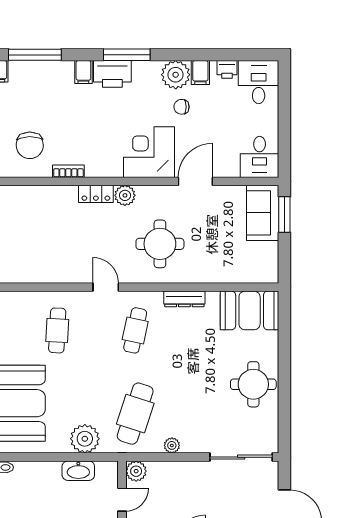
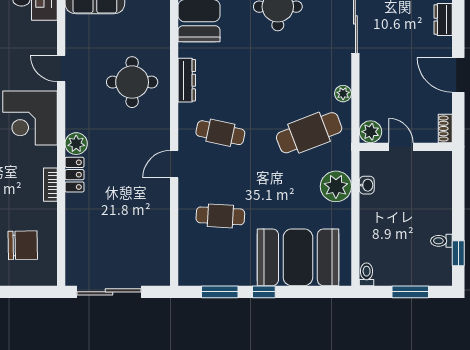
bookcase: (68, 171) -> (50, 185), moved
door: (195, 181) -> (61, 68), width x0.73
round table: (160, 244) -> (132, 82), moved
cafe table: (135, 414) -> (309, 133), turned -39
washbasin: (78, 471) -> (367, 185), width x0.52, depth x0.69

